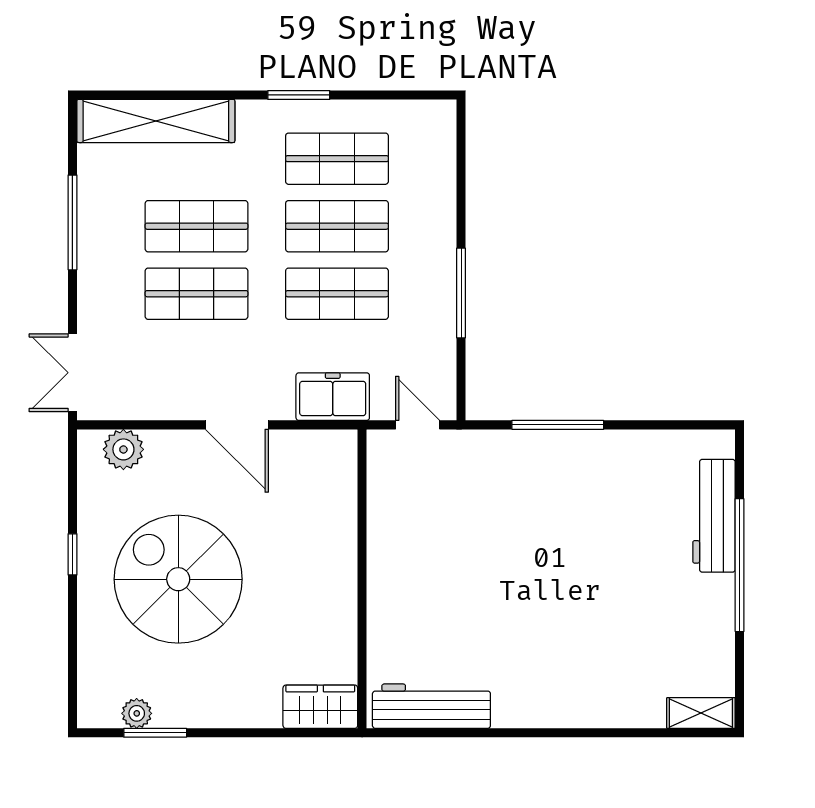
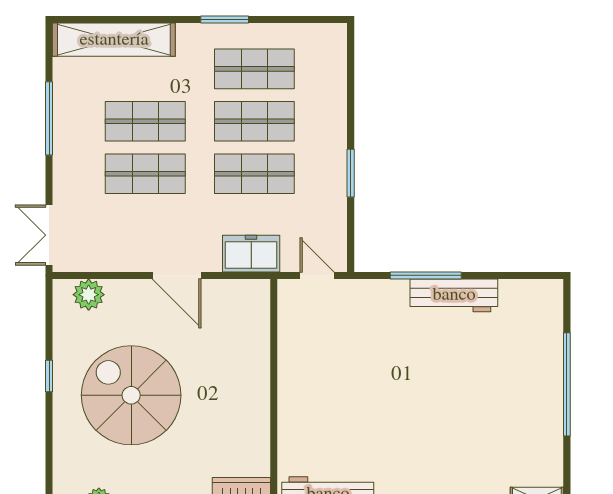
window: (461, 293) -> (351, 173), width x0.69
workbench: (714, 516) -> (454, 295), moved, turned -90

